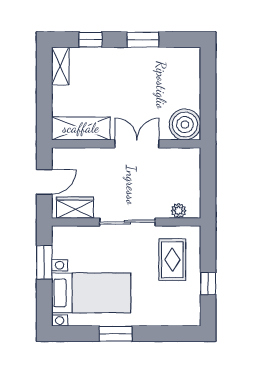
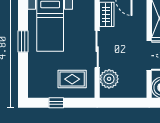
plant: (179, 211) -> (109, 79), width x1.87, depth x1.87

